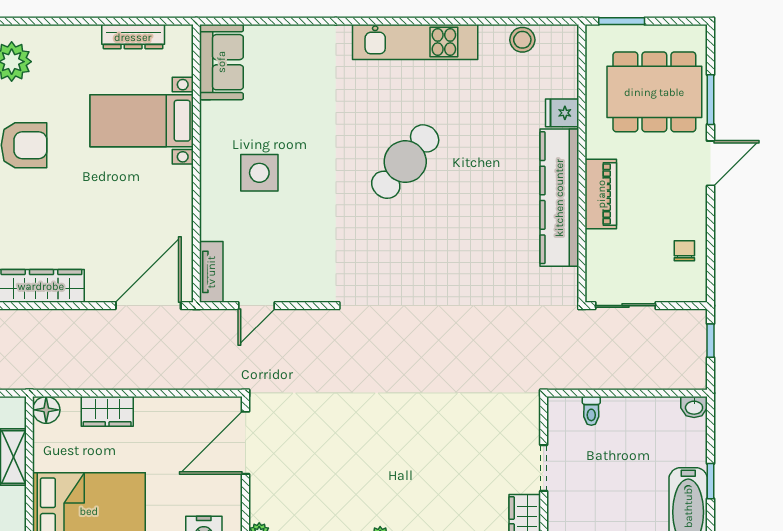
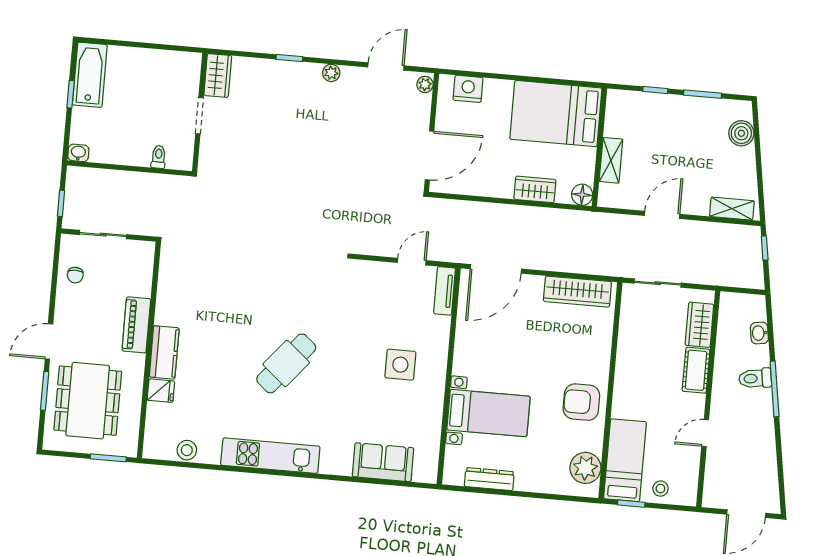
sofa: (221, 62) -> (383, 462), moved, turned 90
dining table: (654, 92) -> (88, 401), turned 90
kitchen counter: (559, 198) -> (164, 352), width x0.48, depth x0.86
sliding door: (625, 306) -> (103, 235), moved

